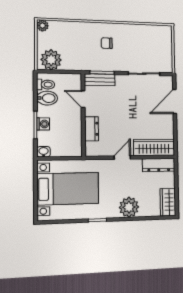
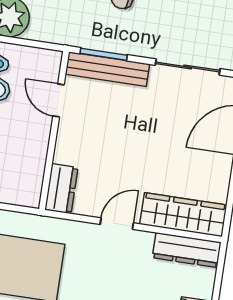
bench: (100, 80) -> (107, 69), width x1.36
dresser: (92, 129) -> (61, 189), moved

